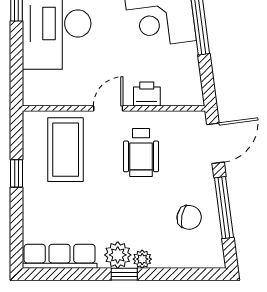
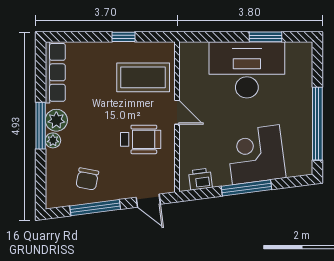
printer: (147, 94) -> (200, 179), moved, turned -97
door: (216, 143) -> (148, 201), width x0.73
wheelchair: (141, 153) -> (141, 139), turned 180
window: (124, 274) -> (41, 126), width x2.17

